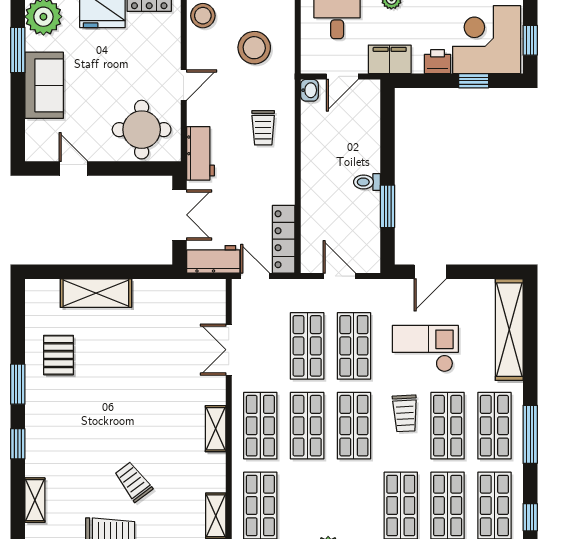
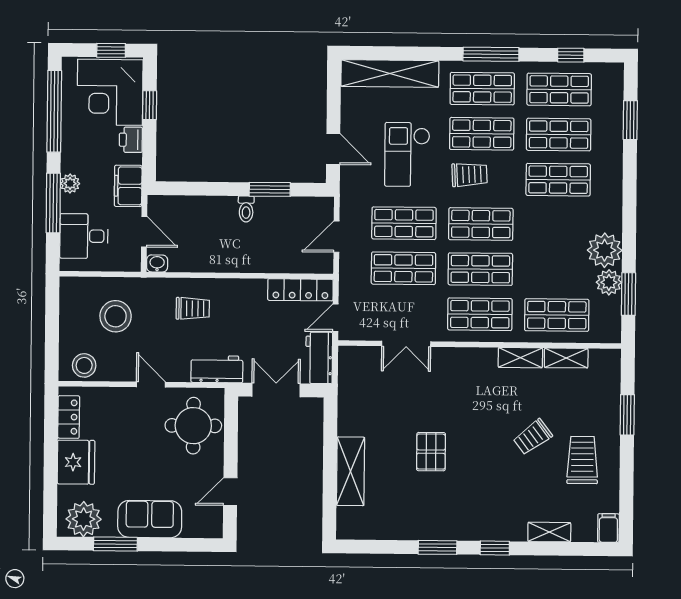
pallet: (58, 355) -> (431, 452), moved, turned 90
shelving: (216, 429) -> (520, 358), moved

